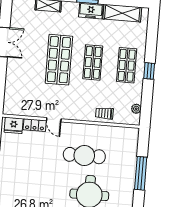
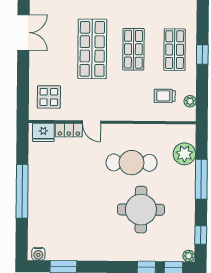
display table: (20, 97) -> (49, 97), added
trolley: (104, 113) -> (165, 96), moved
plant: (128, 152) -> (184, 154), added

